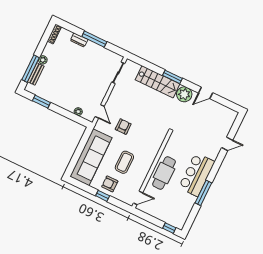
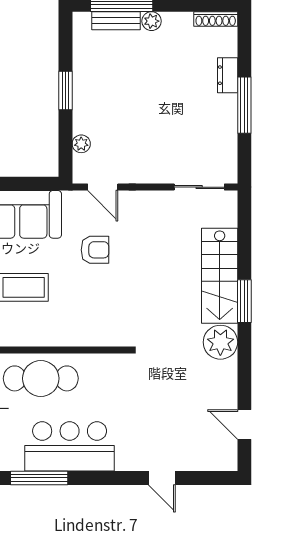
door: (206, 93) -> (244, 425), moved
window: (41, 102) -> (65, 91), moved
door: (100, 111) -> (103, 187), hinge flipped

